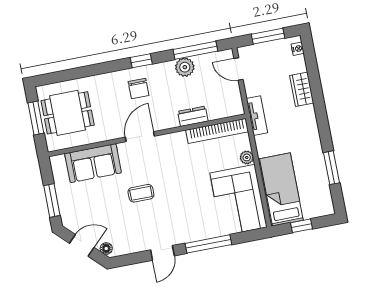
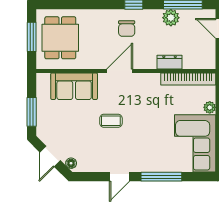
dining table: (68, 113) -> (60, 38), turned 90
door: (82, 245) -> (50, 156), swing flipped

